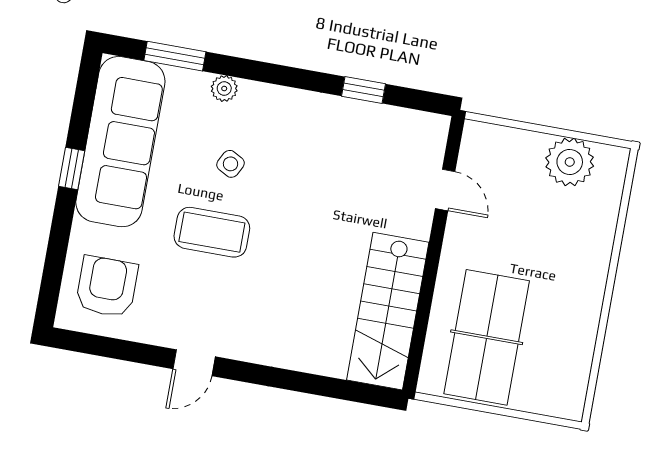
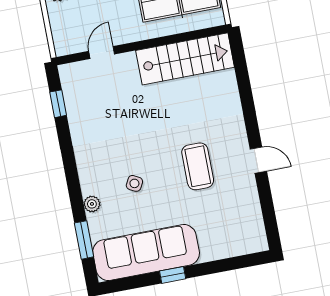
window: (364, 90) -> (58, 104), moved
coffee table: (212, 232) -> (198, 166), moved
armchair: (107, 287) -> (234, 228), removed

